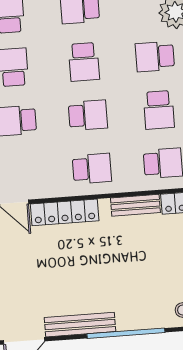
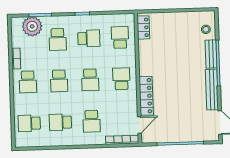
school desk: (84, 62) -> (59, 81), turned 90
school desk: (88, 115) -> (90, 80), turned 180
bench: (135, 205) -> (211, 54), moved

